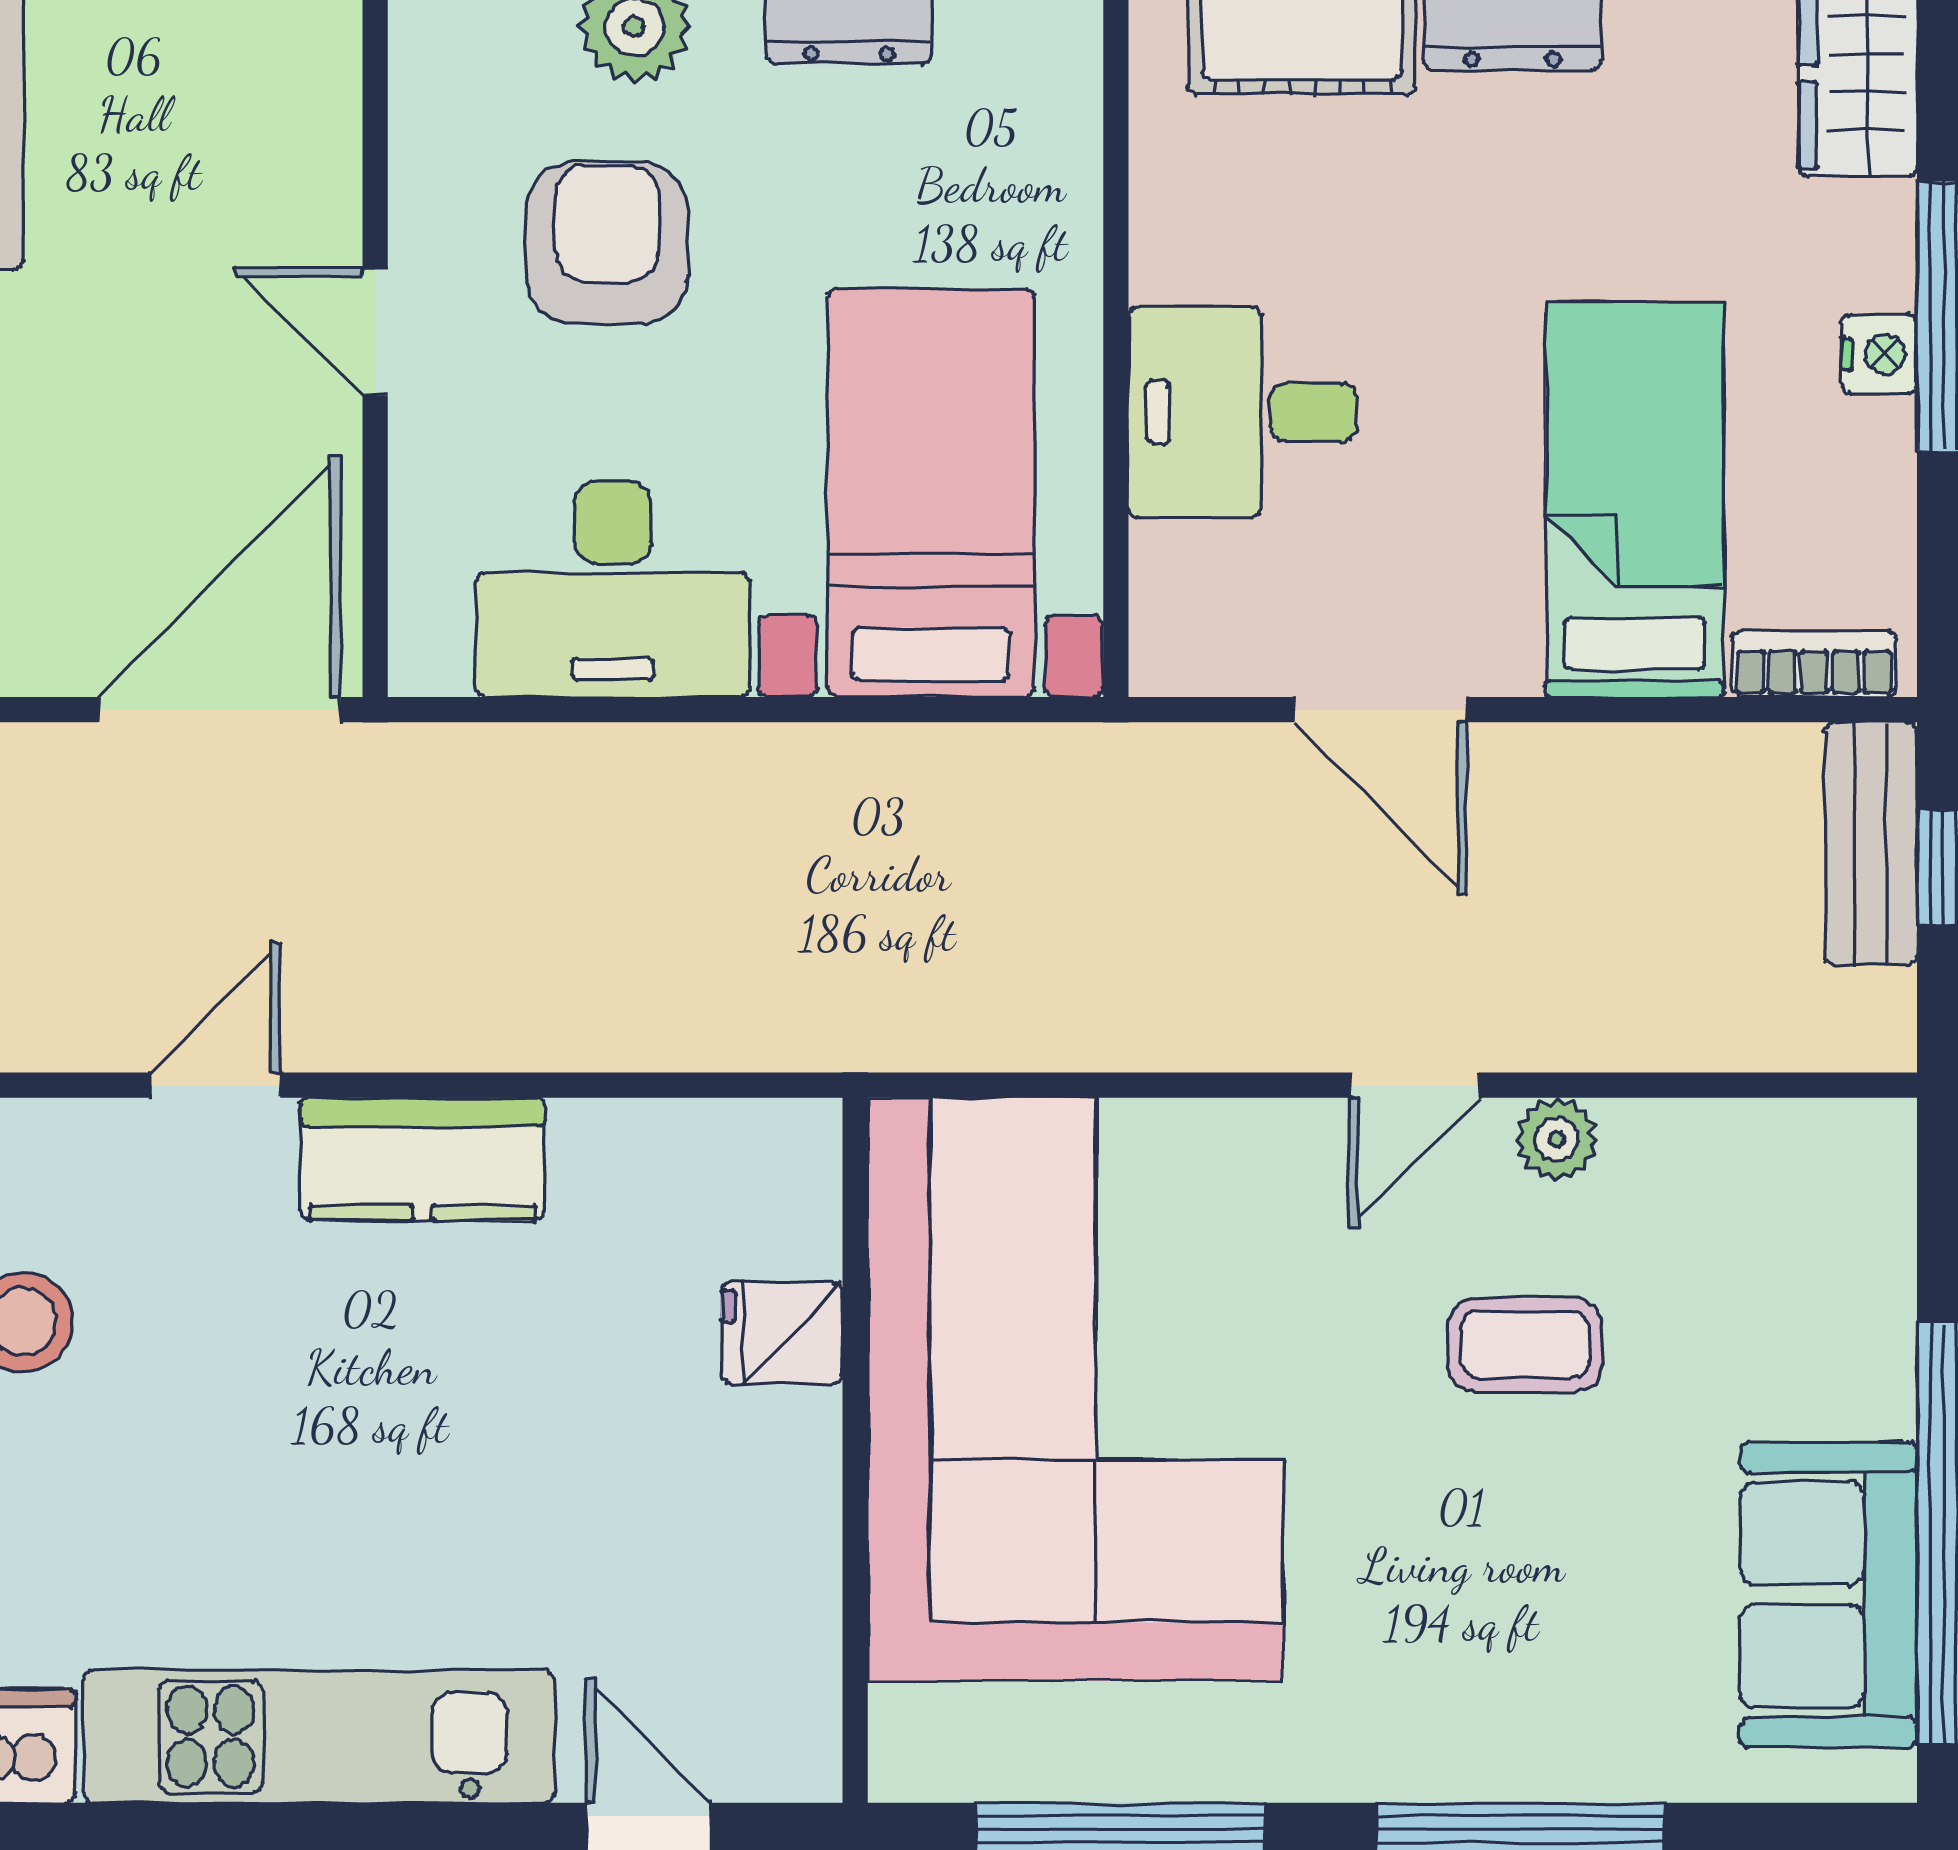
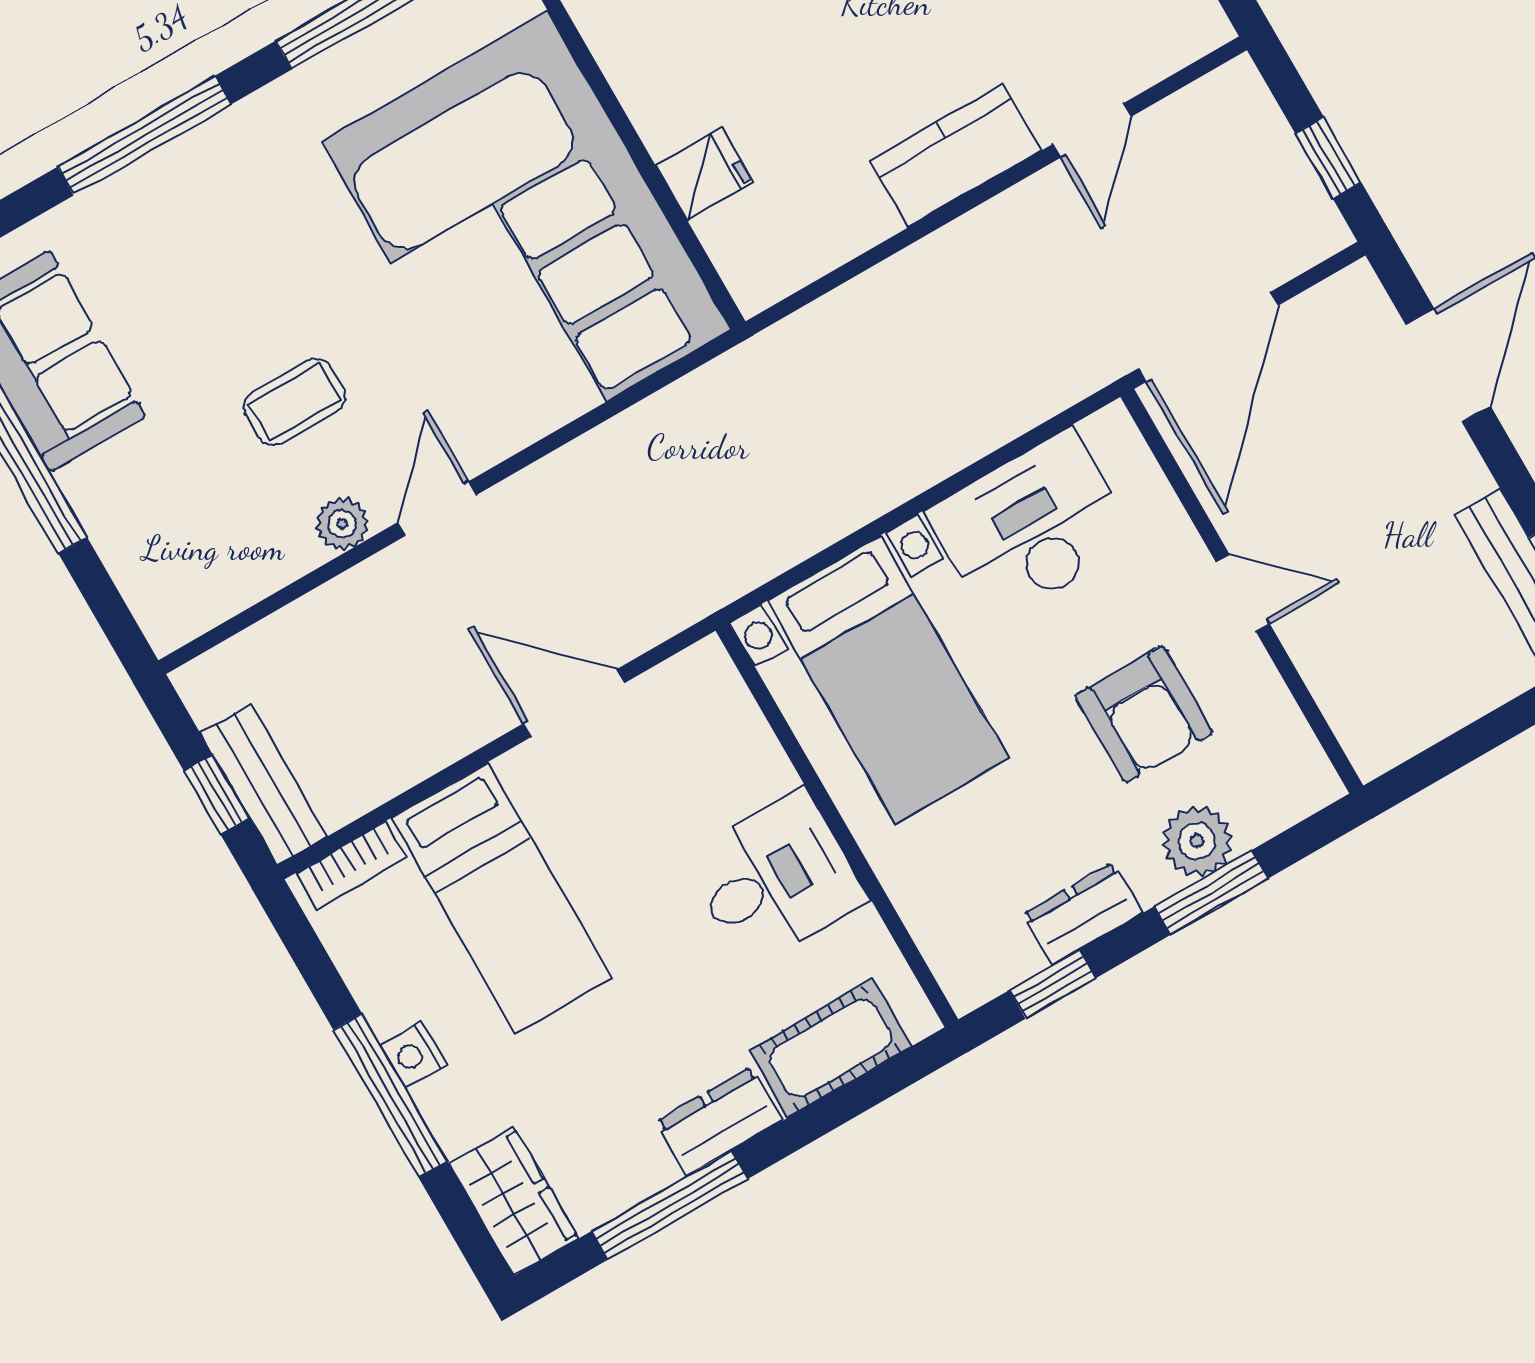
desk: (1243, 412) -> (776, 879), moved

